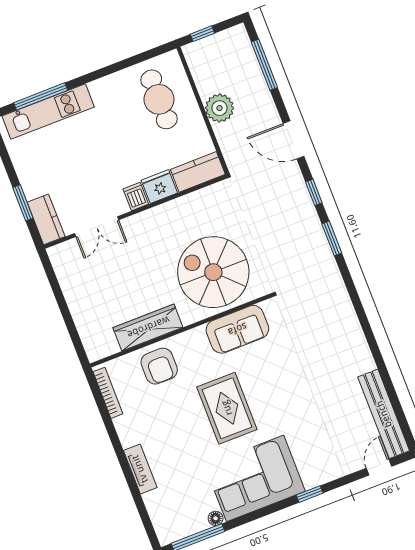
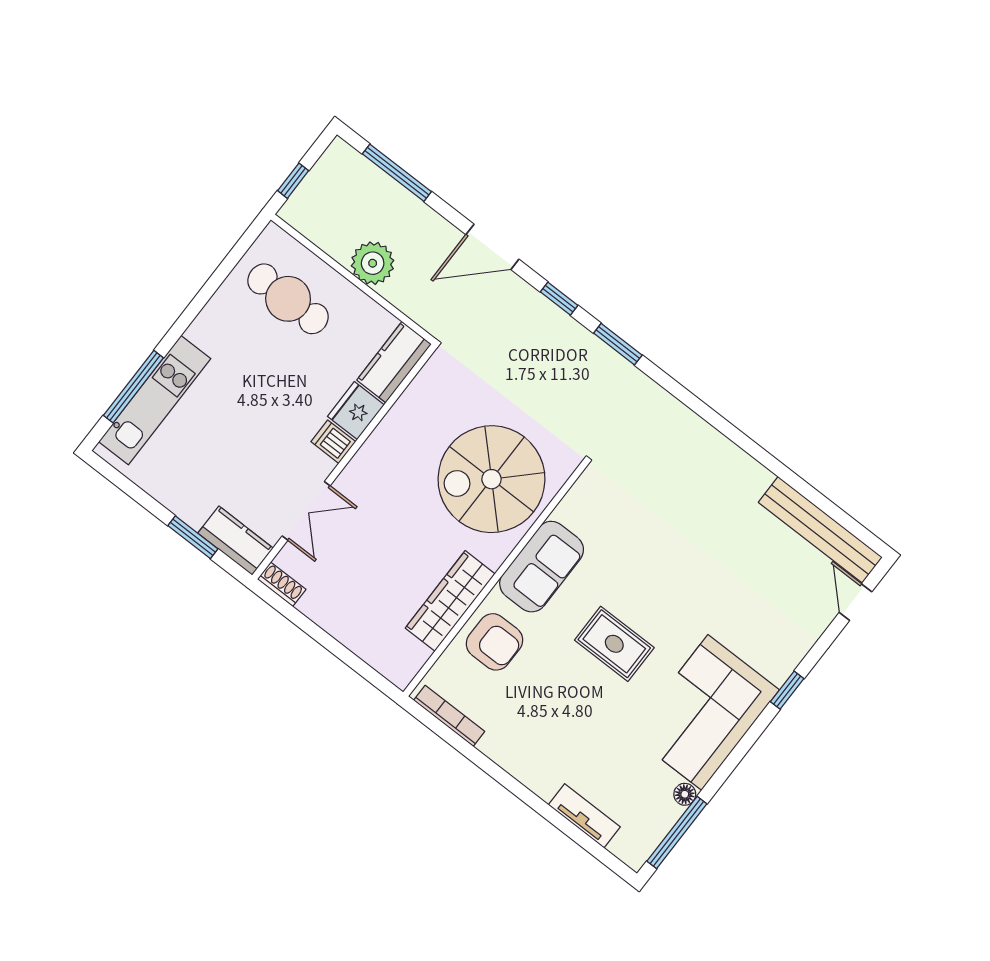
shoe rack: (57, 260) -> (282, 584), added
sofa: (237, 329) -> (542, 567), moved
rug: (227, 408) -> (614, 644), width x0.73, depth x0.70
tv unit: (140, 469) -> (584, 816), moved

